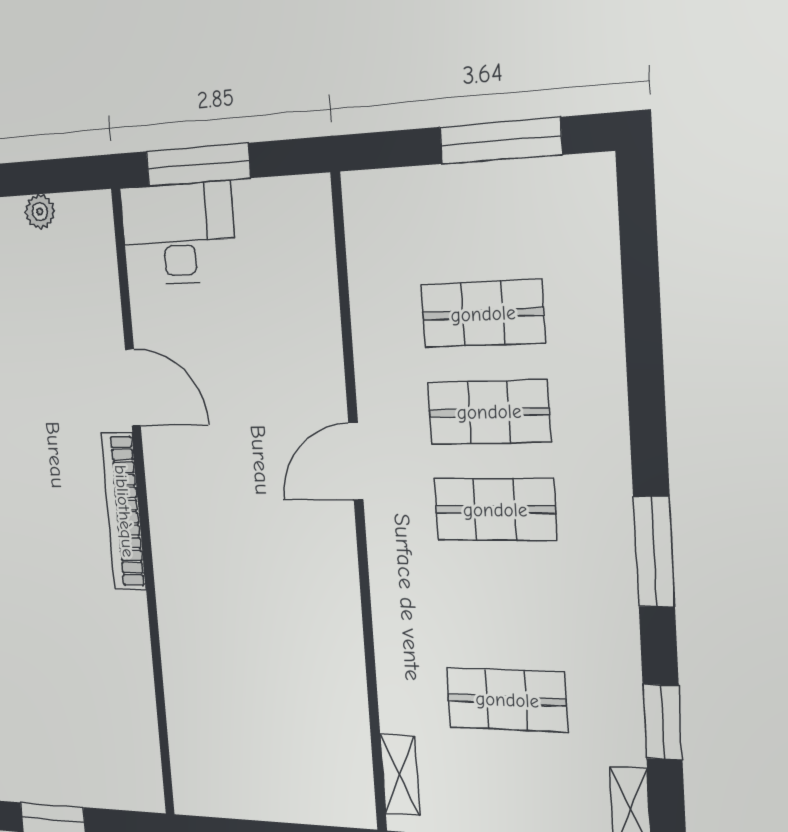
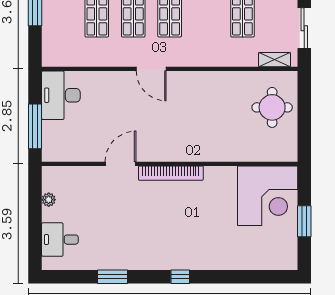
desk: (178, 234) -> (61, 95), moved
corner desk: (97, 740) -> (268, 196), added
round table: (289, 762) -> (272, 107), added

